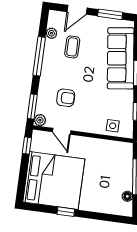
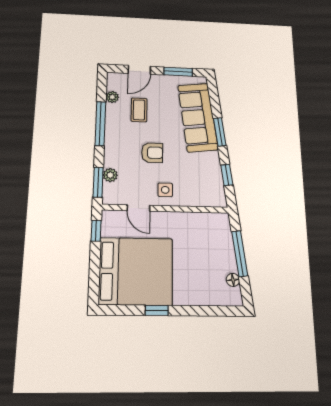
armchair: (66, 98) -> (152, 153), moved
plant: (40, 120) -> (110, 175), moved
side table: (113, 126) -> (165, 190), moved

